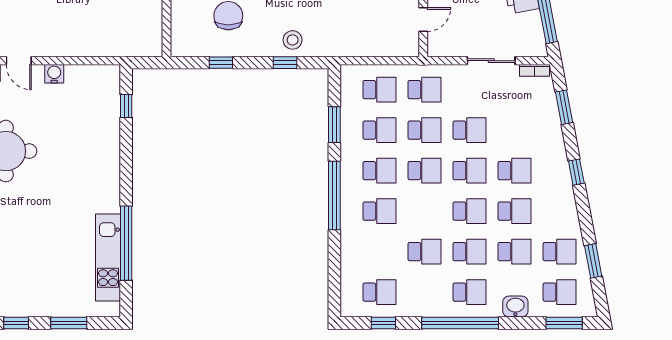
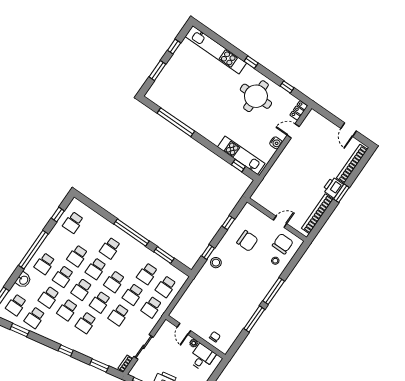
school desk: (379, 171) -> (96, 269), moved
kitchen unit: (108, 258) -> (241, 155), moved

